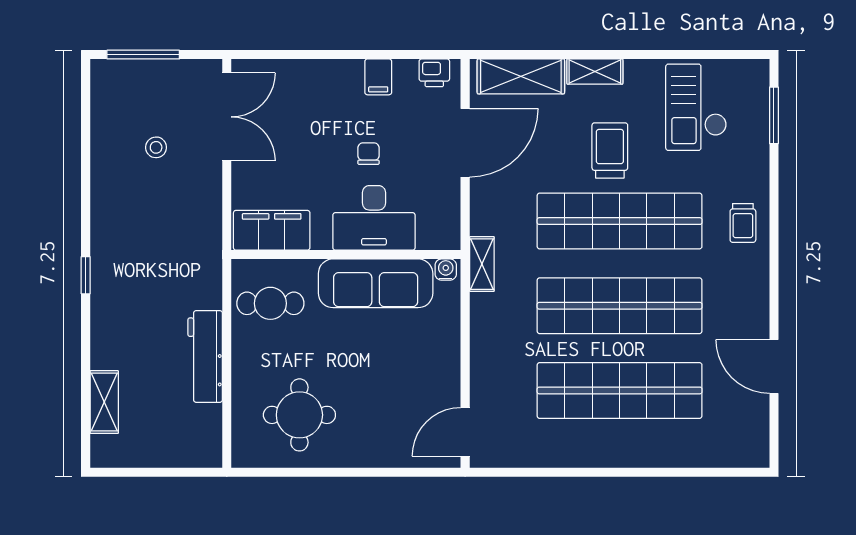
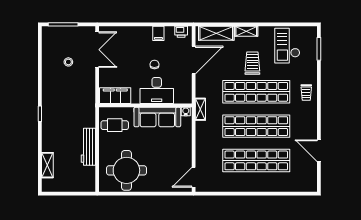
round table: (299, 415) -> (126, 170), width x1.36, depth x1.36

